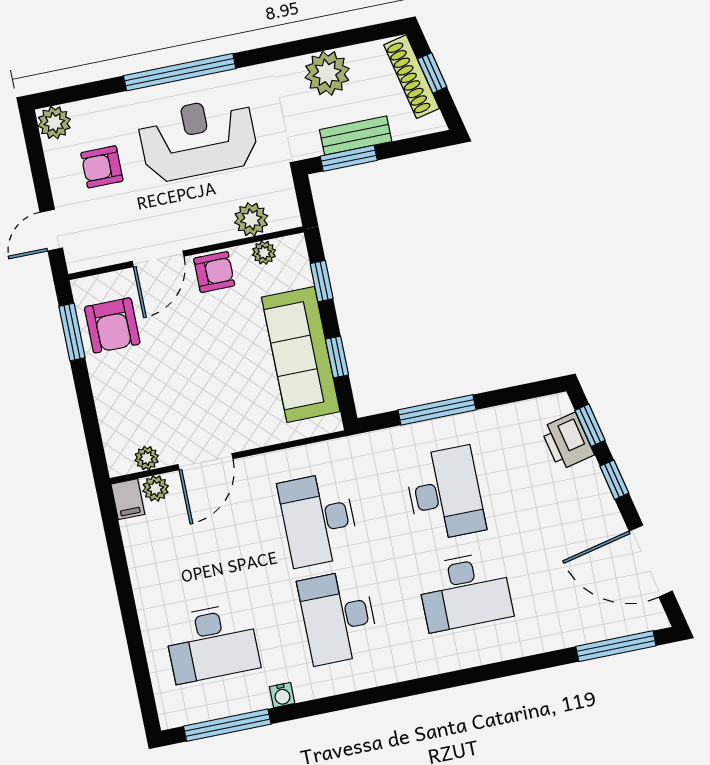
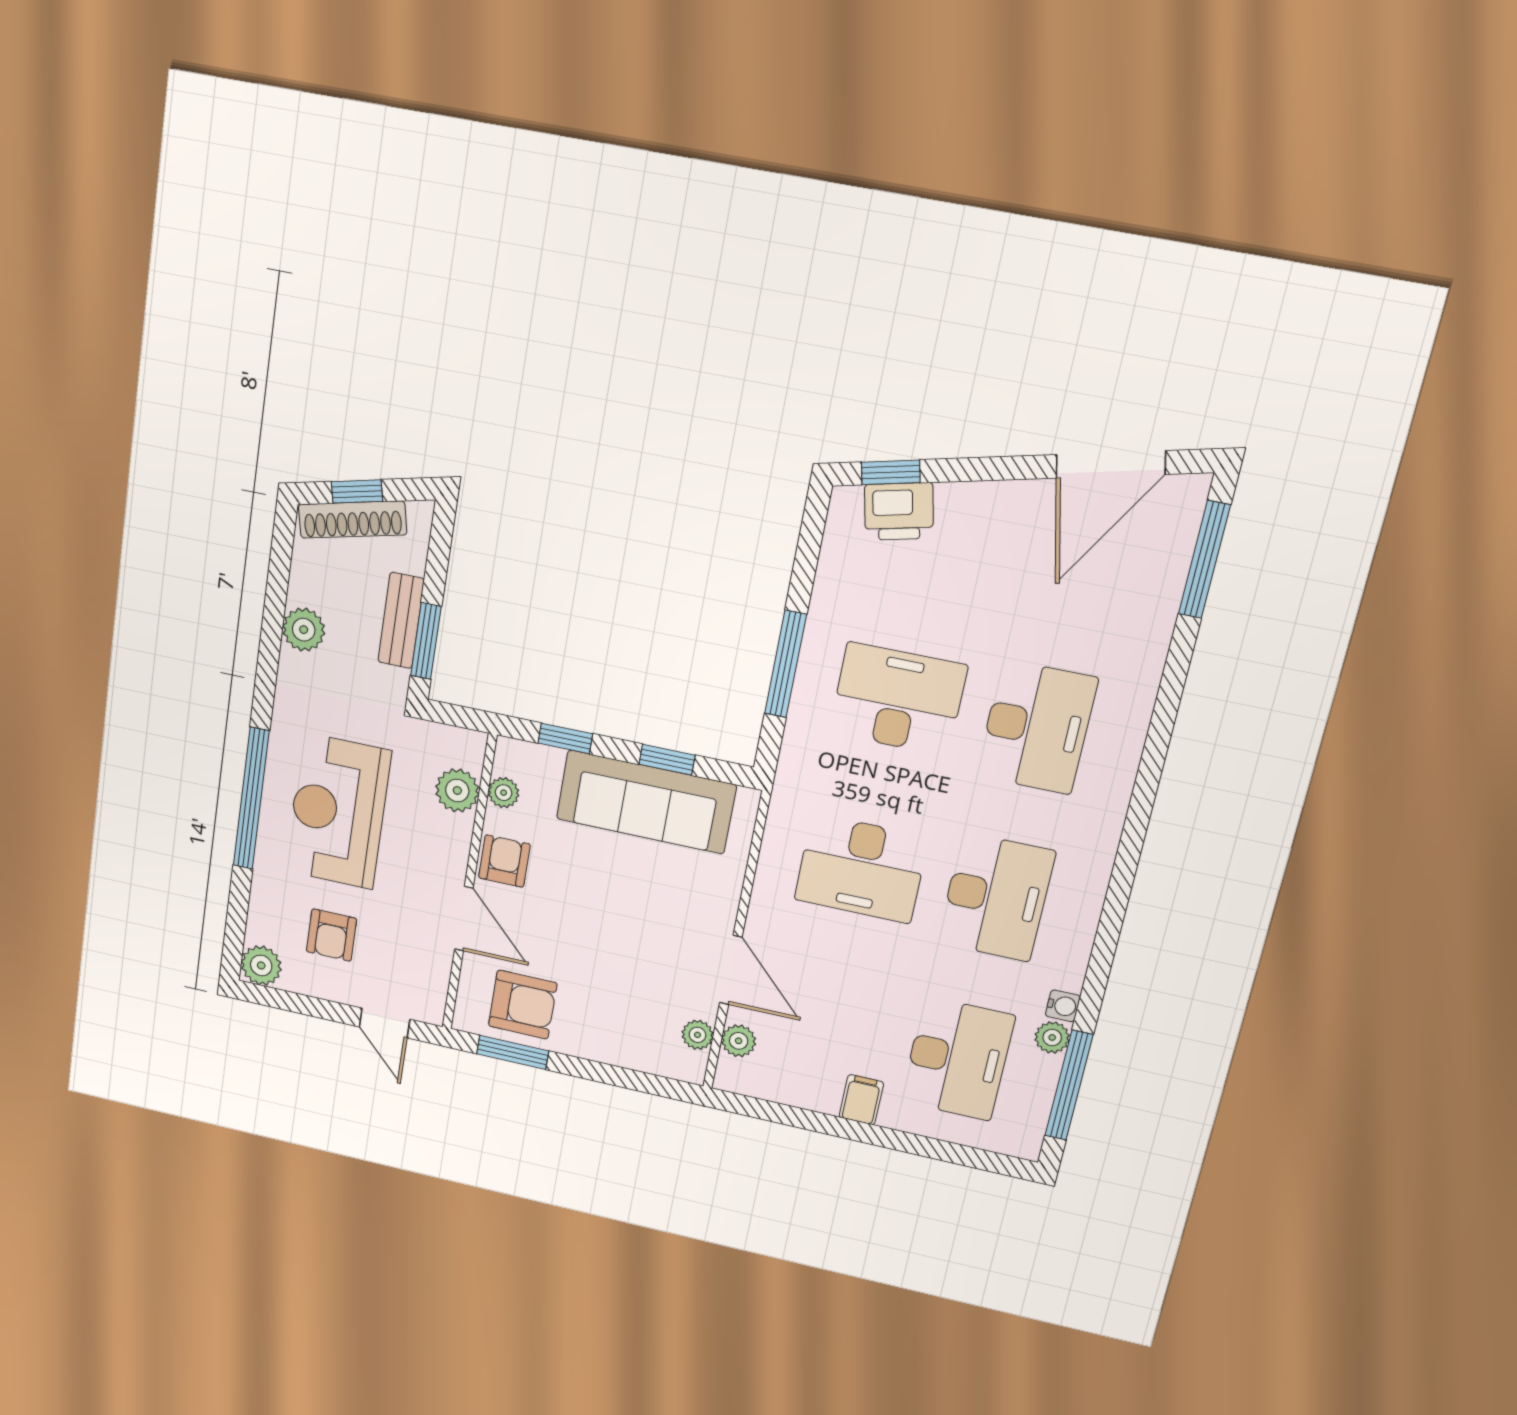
plant: (327, 73) -> (304, 630), width x0.73, depth x0.73
window: (614, 480) -> (978, 469), removed
filing cabinet: (128, 499) -> (861, 1100), moved, turned -90
desk: (338, 617) -> (996, 897), turned -90
plant: (256, 698) -> (1052, 1037), added

